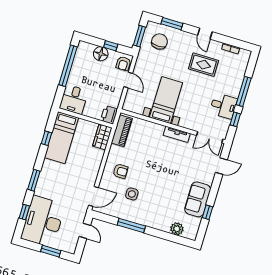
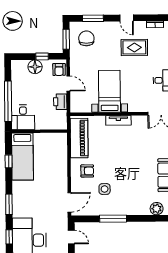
window: (68, 66) -> (8, 101), moved
printer: (109, 115) -> (60, 102), moved
piano: (122, 131) -> (79, 138), width x1.37, depth x1.33
tv unit: (177, 134) -> (118, 120), moved
wardrobe: (102, 137) -> (61, 144), removed

